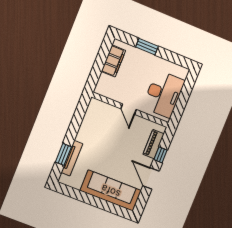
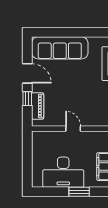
desk: (164, 94) -> (63, 172), moved, turned -90

